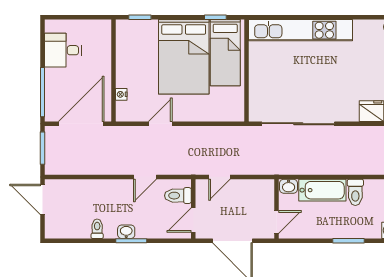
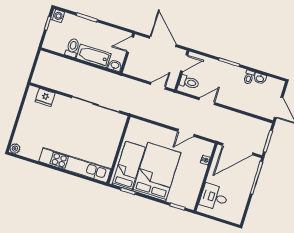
desk: (63, 50) -> (214, 197), moved, turned 180
washbasin: (126, 232) -> (260, 78), moved

